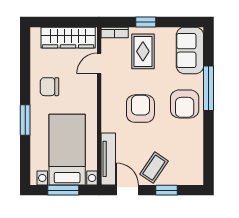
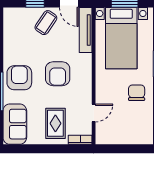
window: (146, 22) -> (53, 149), removed
wardrobe: (68, 38) -> (120, 135), removed
chair: (49, 87) -> (137, 93), turned -90

